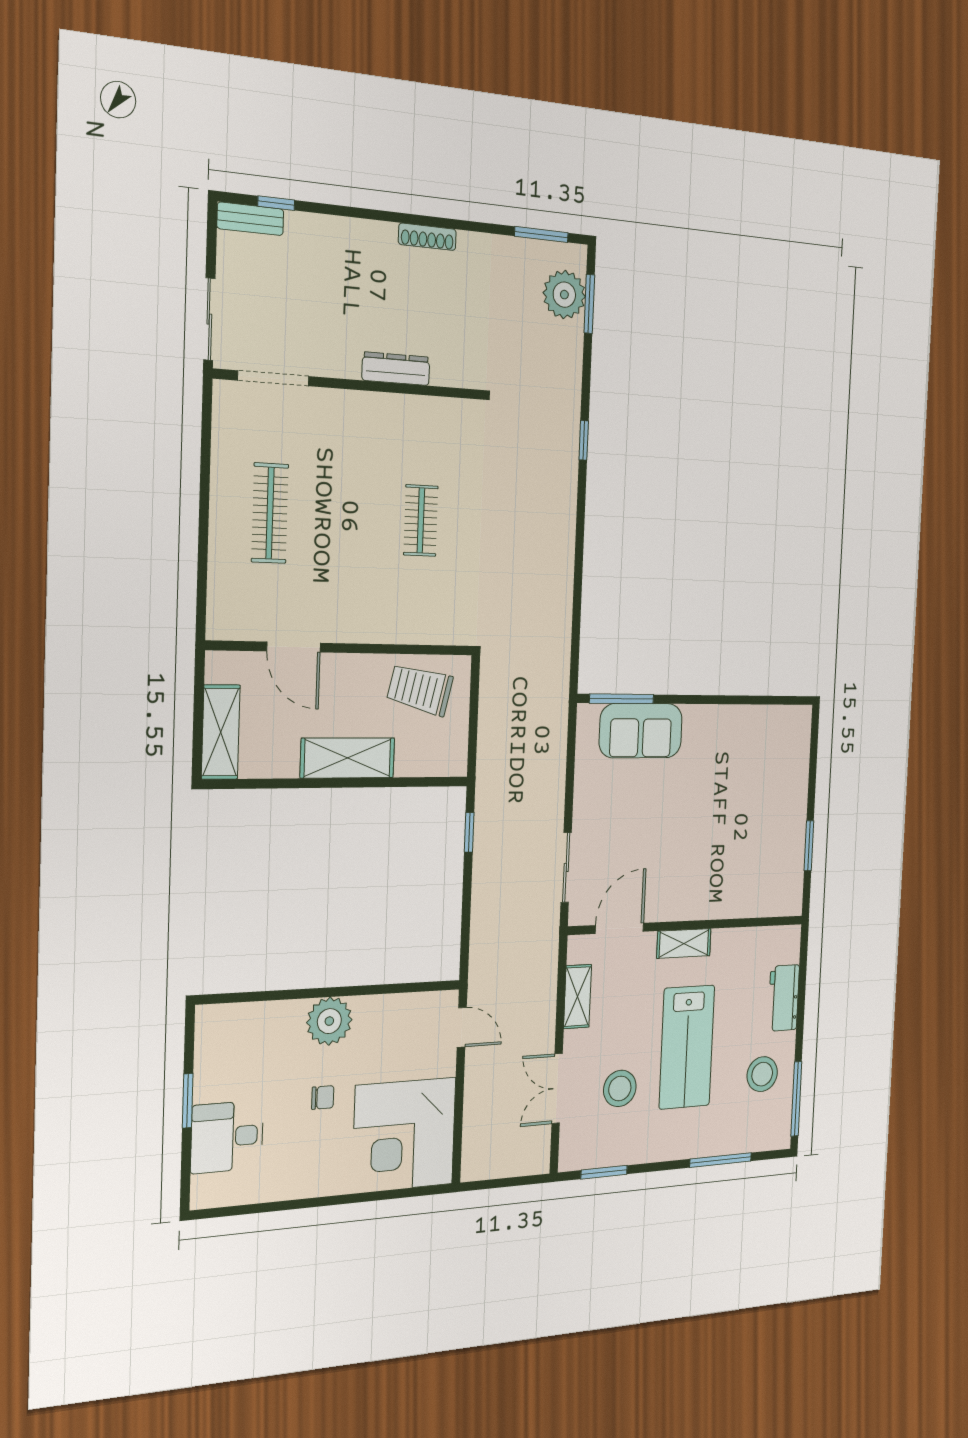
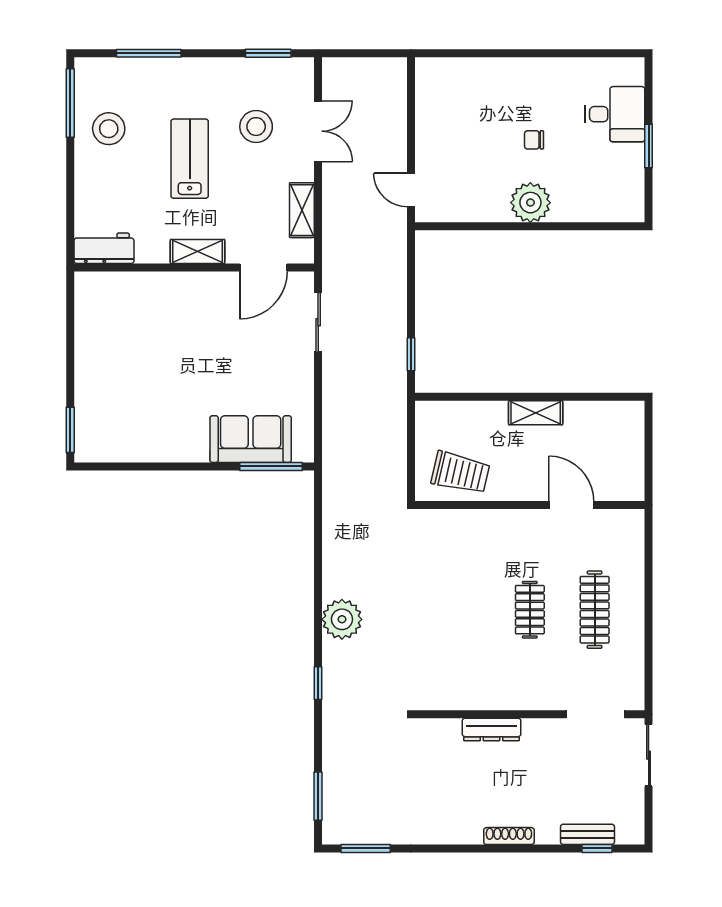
bench: (250, 219) -> (588, 834), moved
shoe rack: (427, 237) -> (509, 836), moved
plant: (564, 295) -> (342, 619), moved
clothes rail: (421, 521) -> (530, 610), moved
shelving: (221, 732) -> (630, 438), removed
shelving: (348, 758) -> (536, 413), width x0.67, depth x0.75
window: (809, 846) -> (70, 430), moved
workbench: (784, 998) -> (104, 248), moved, turned -90
lab bench: (687, 1047) -> (190, 159), width x0.73, depth x0.72
corner desk: (404, 1135) -> (460, 103), removed

